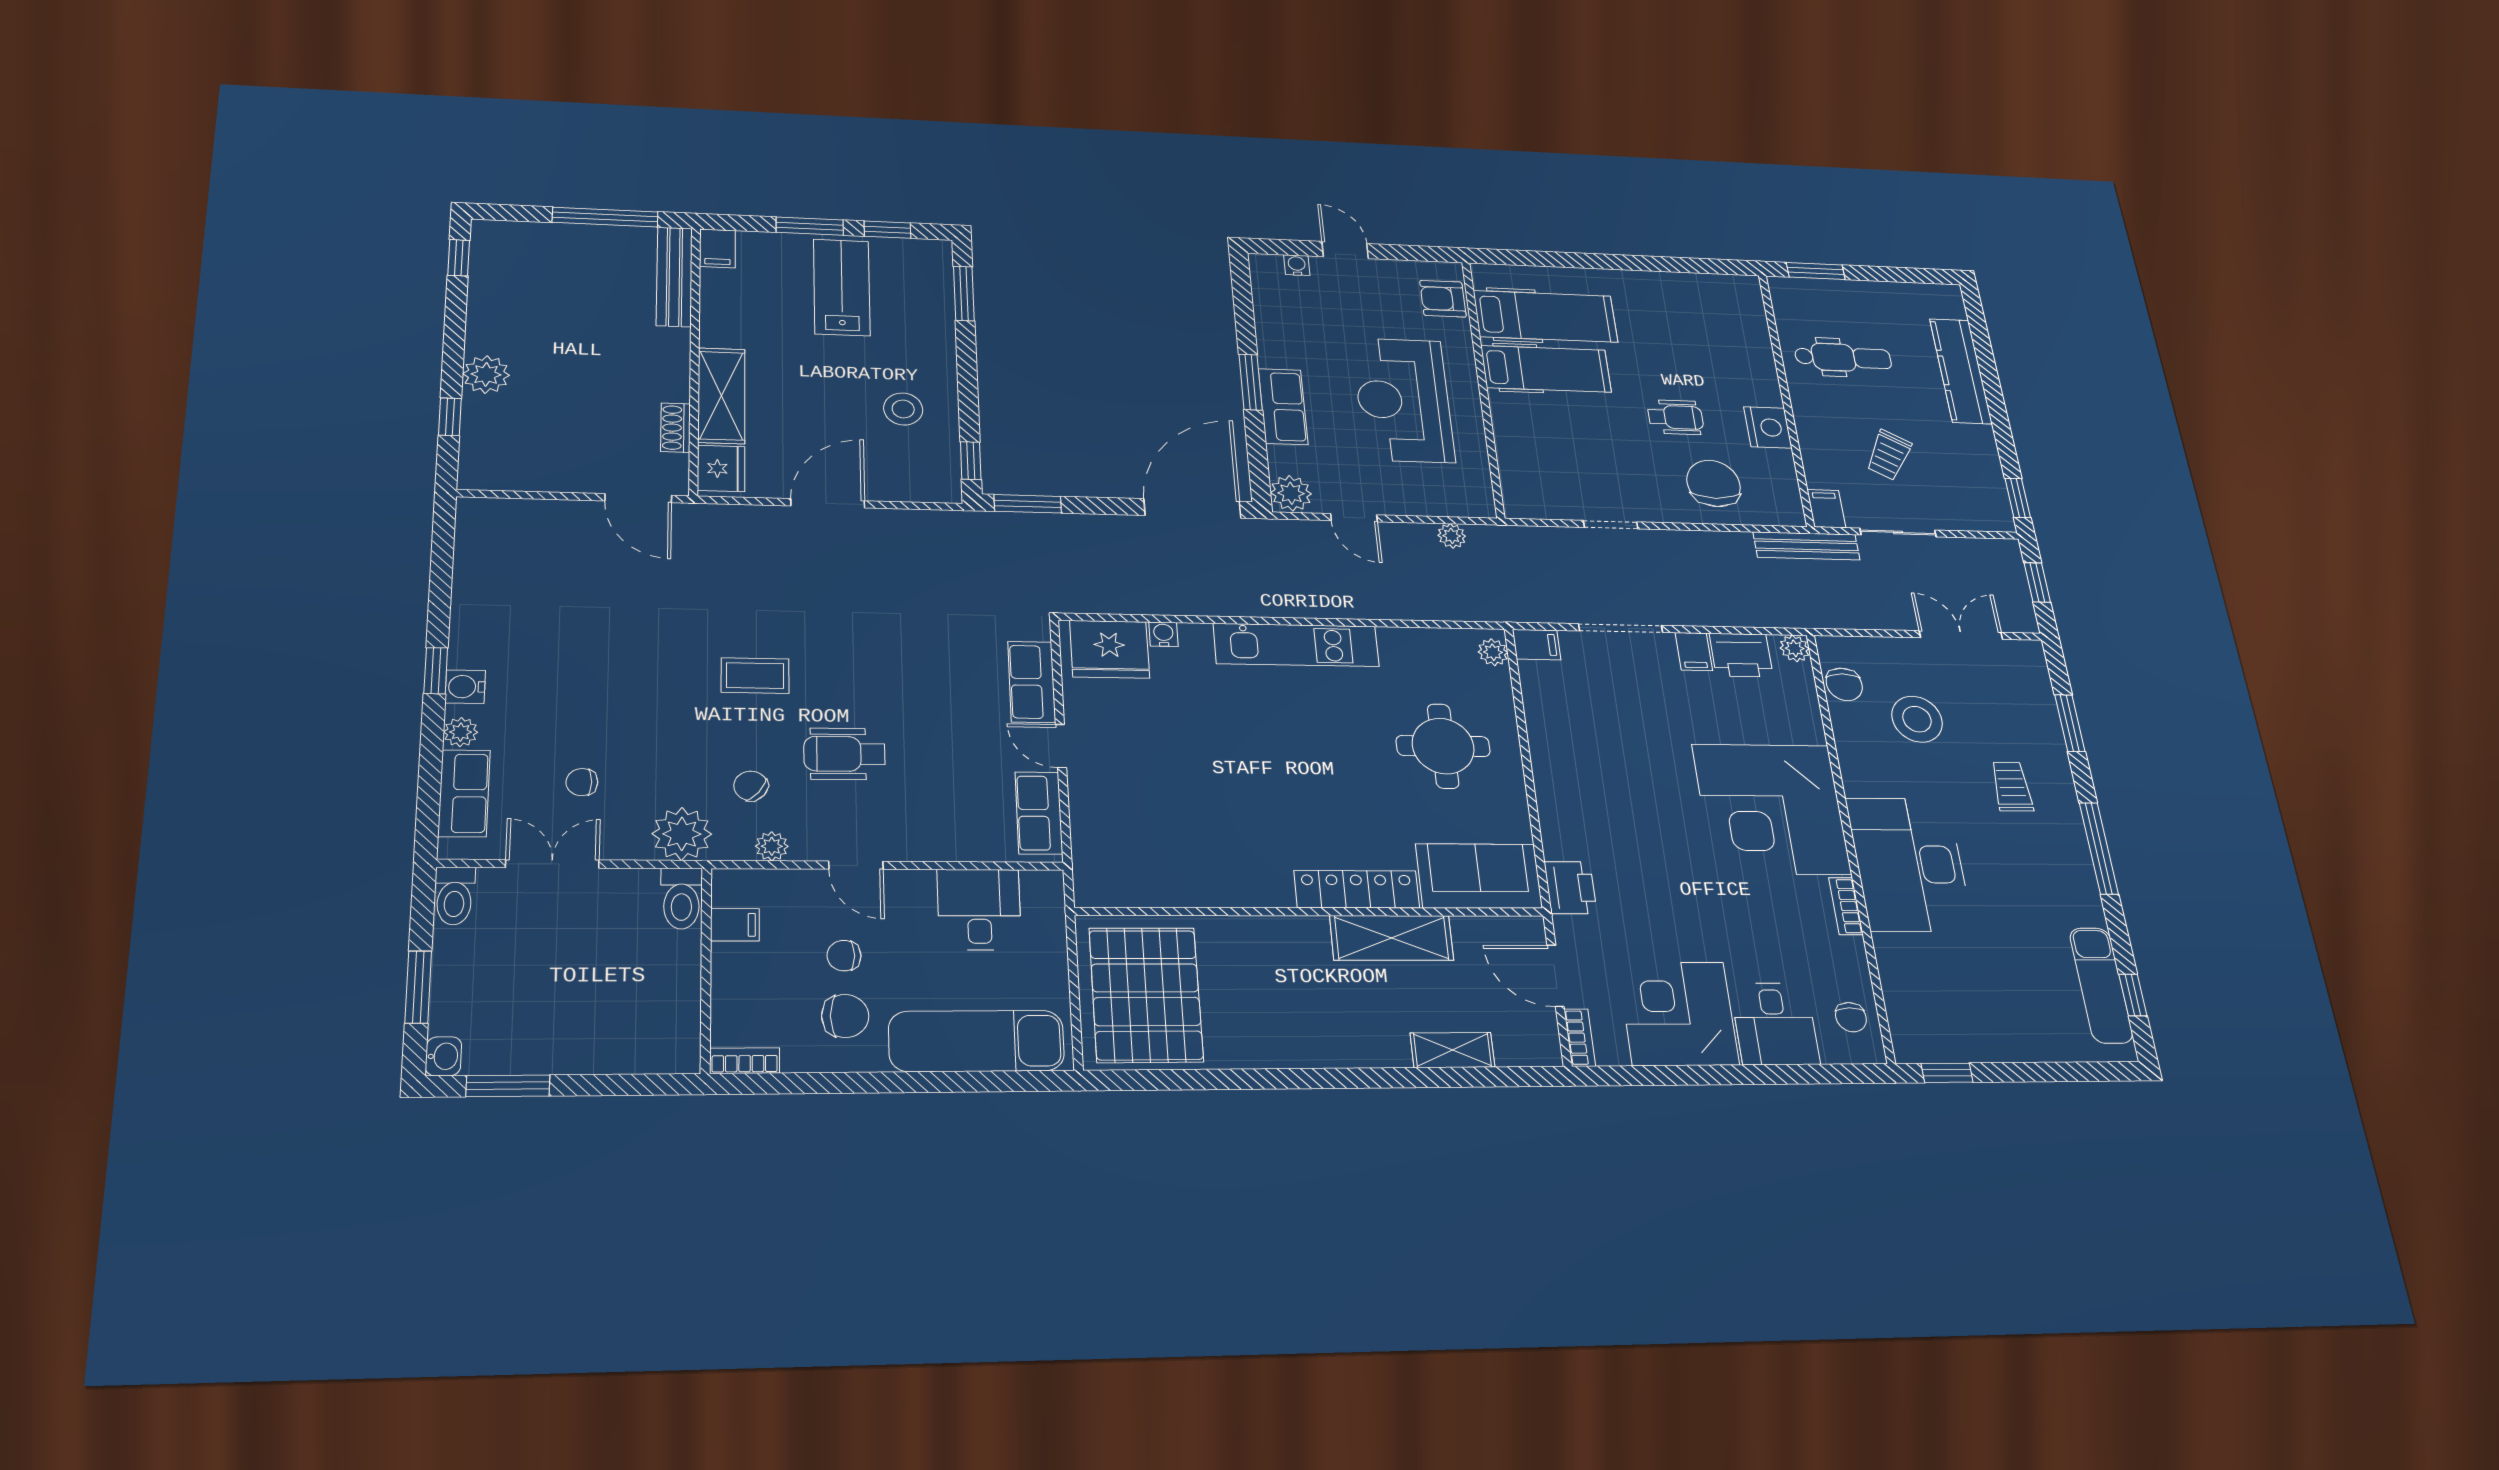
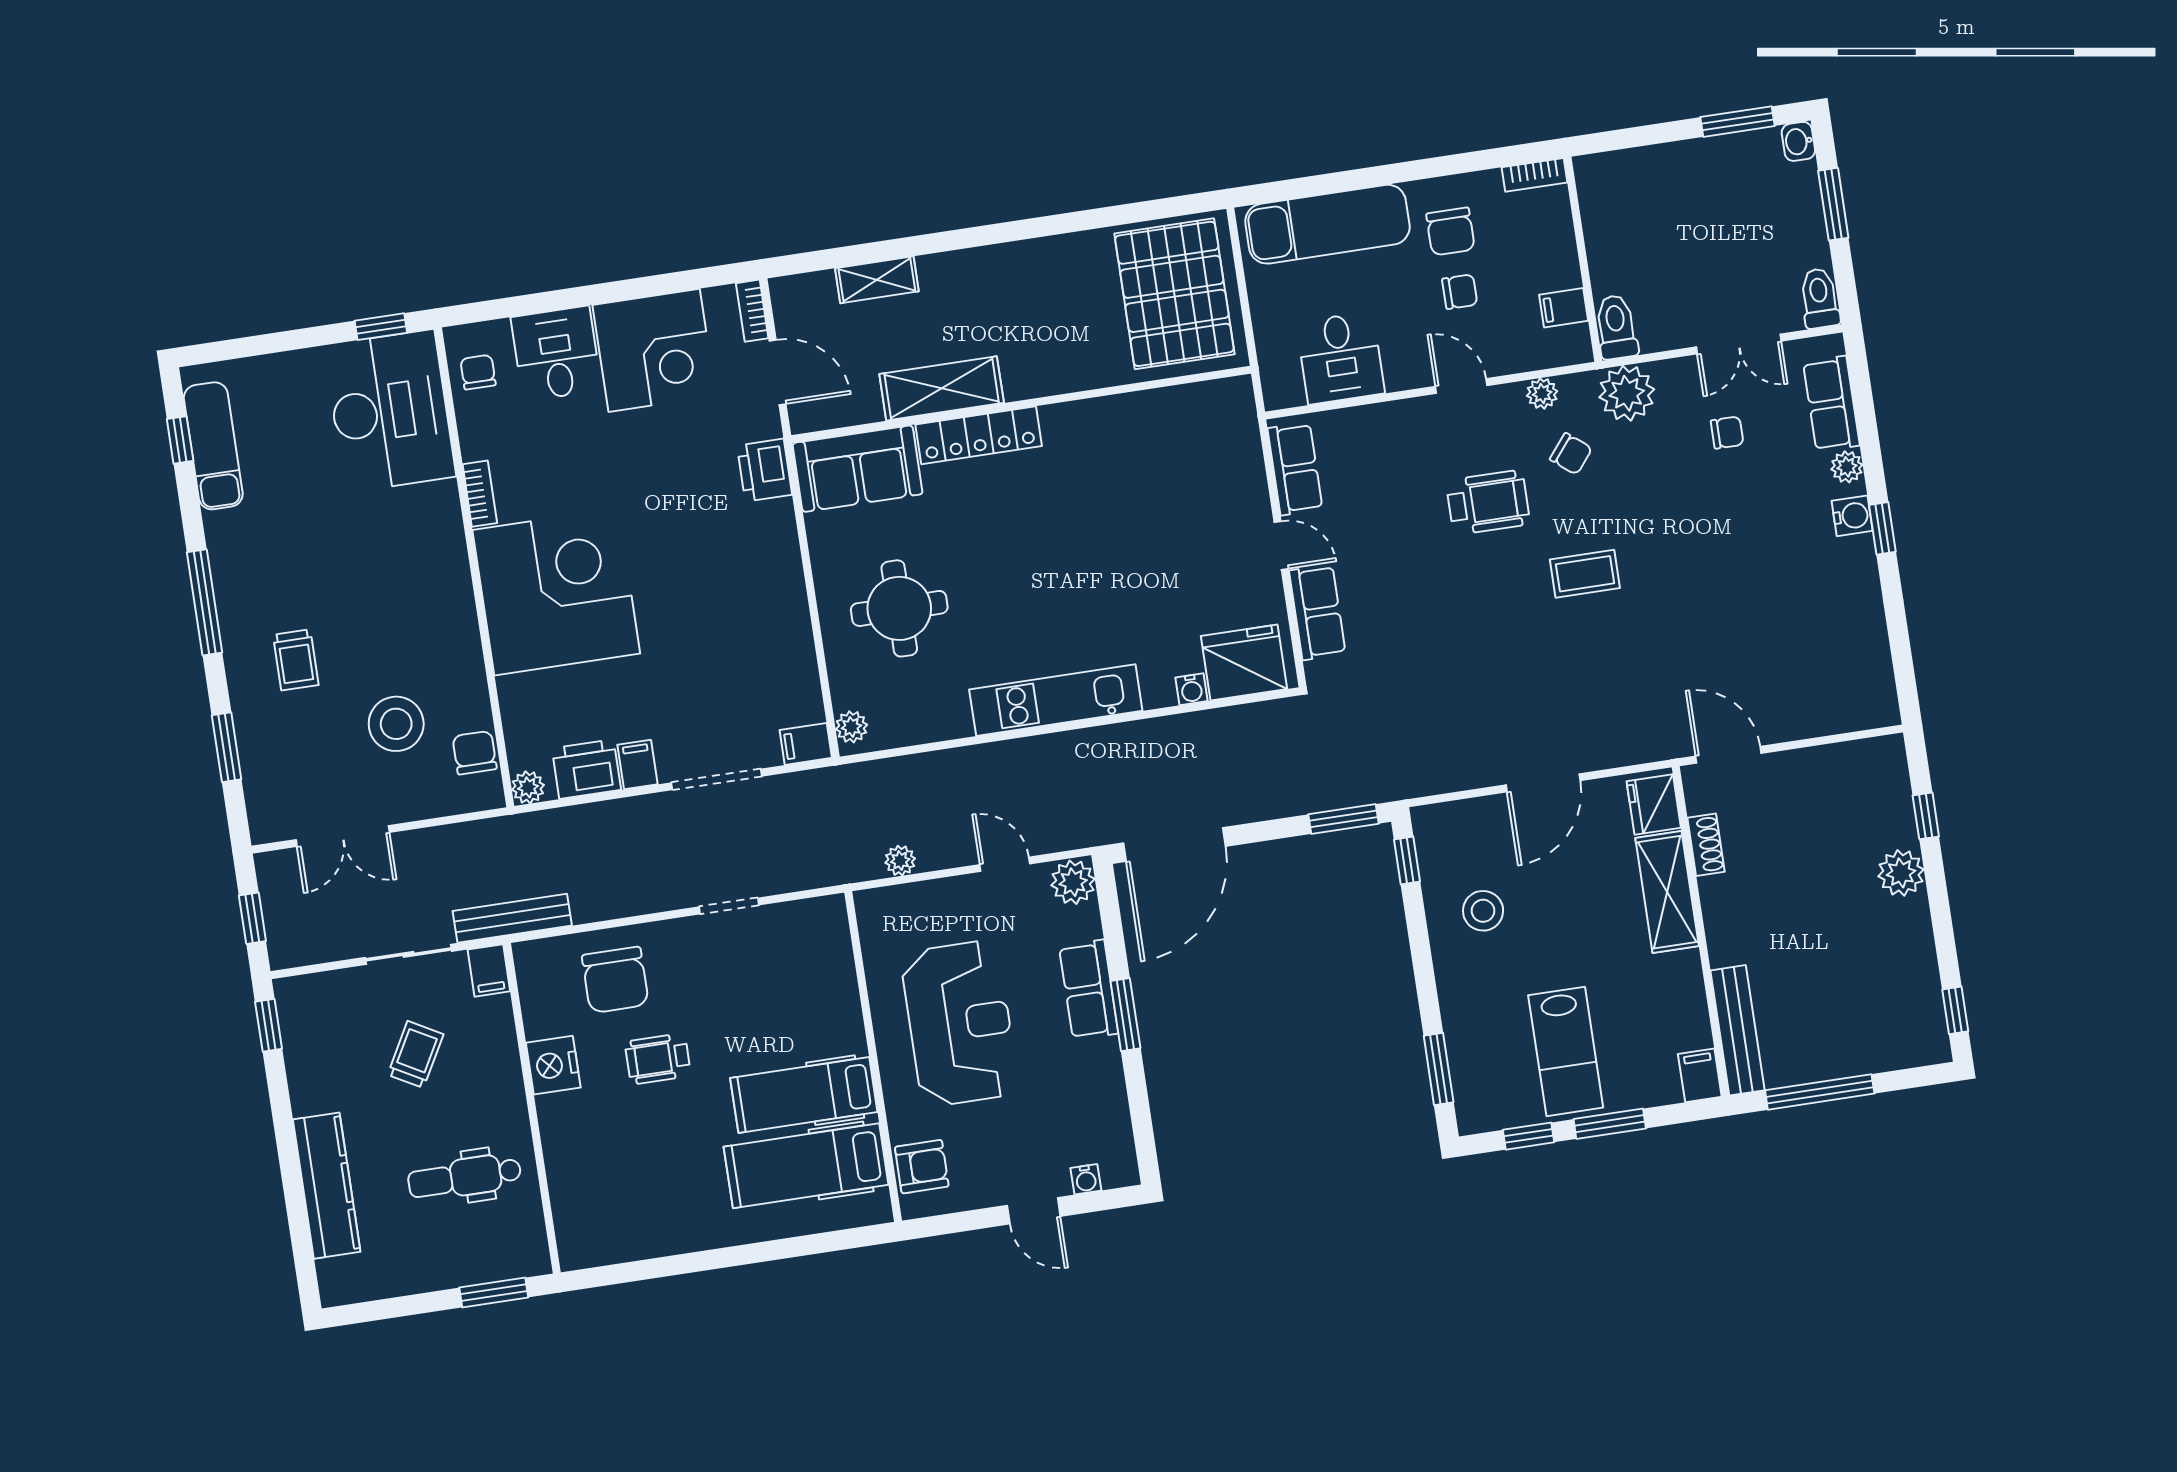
desk: (1909, 864) -> (390, 411), moved
chair: (845, 1016) -> (1450, 232), turned -90

